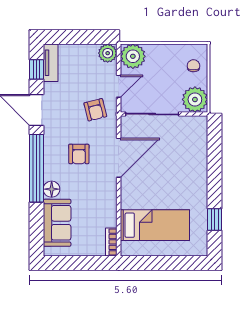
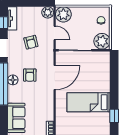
door: (119, 86) -> (55, 33), hinge flipped
armchair: (95, 110) -> (31, 42), moved
floor lamp: (52, 189) -> (13, 80), moved
bed: (155, 225) -> (88, 102), moved, turned 180

